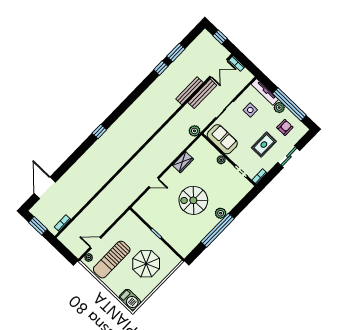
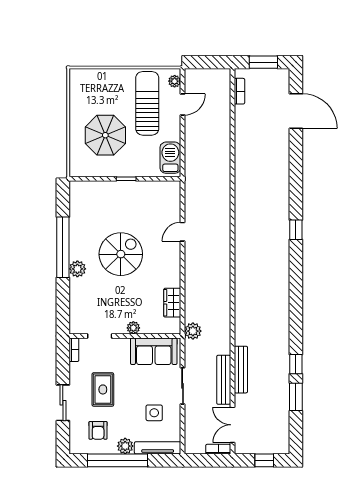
wardrobe: (183, 162) -> (172, 303), moved
barbecue: (130, 300) -> (170, 158), moved, turned 90

